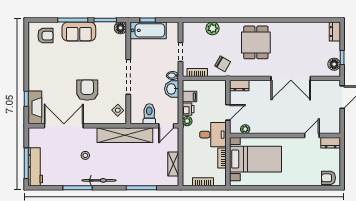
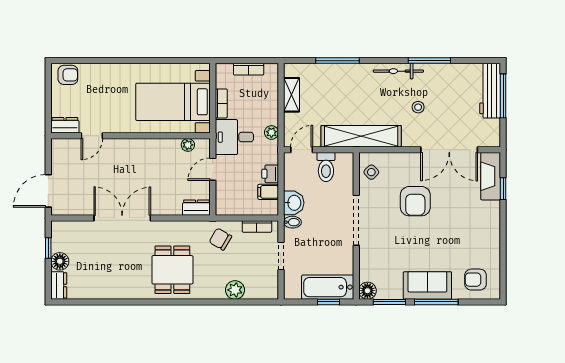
floor lamp: (334, 64) -> (60, 261), moved
plant: (187, 121) -> (271, 132), moved

